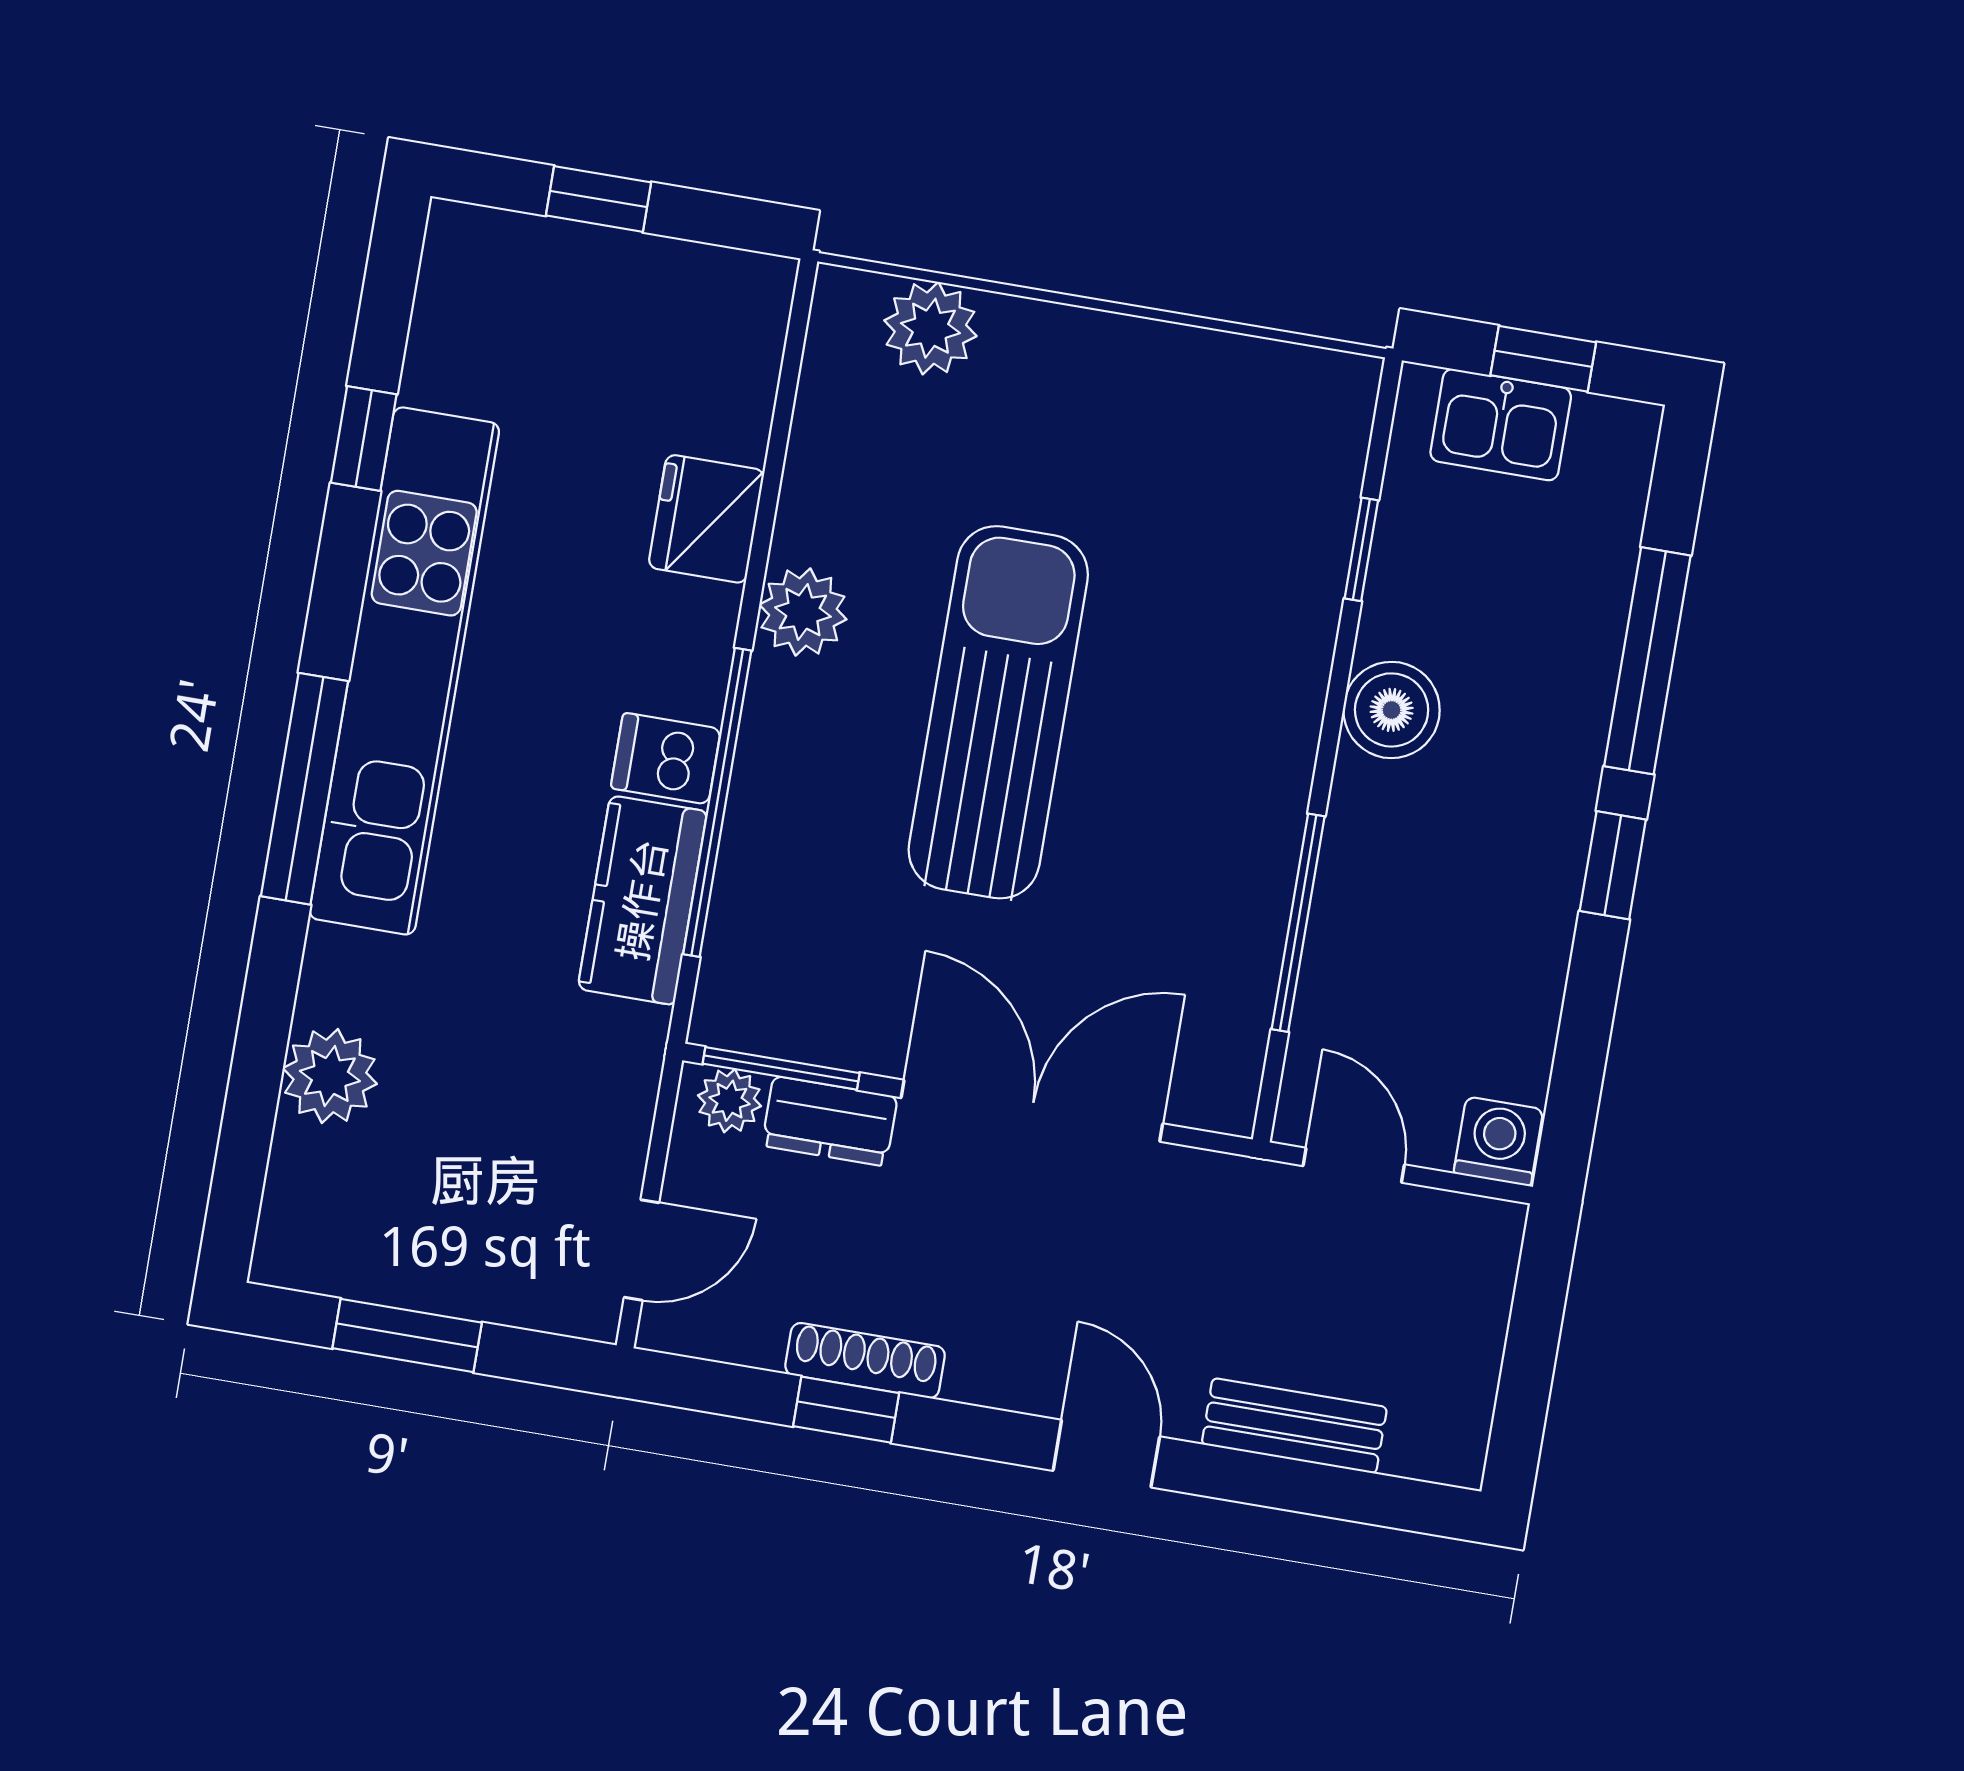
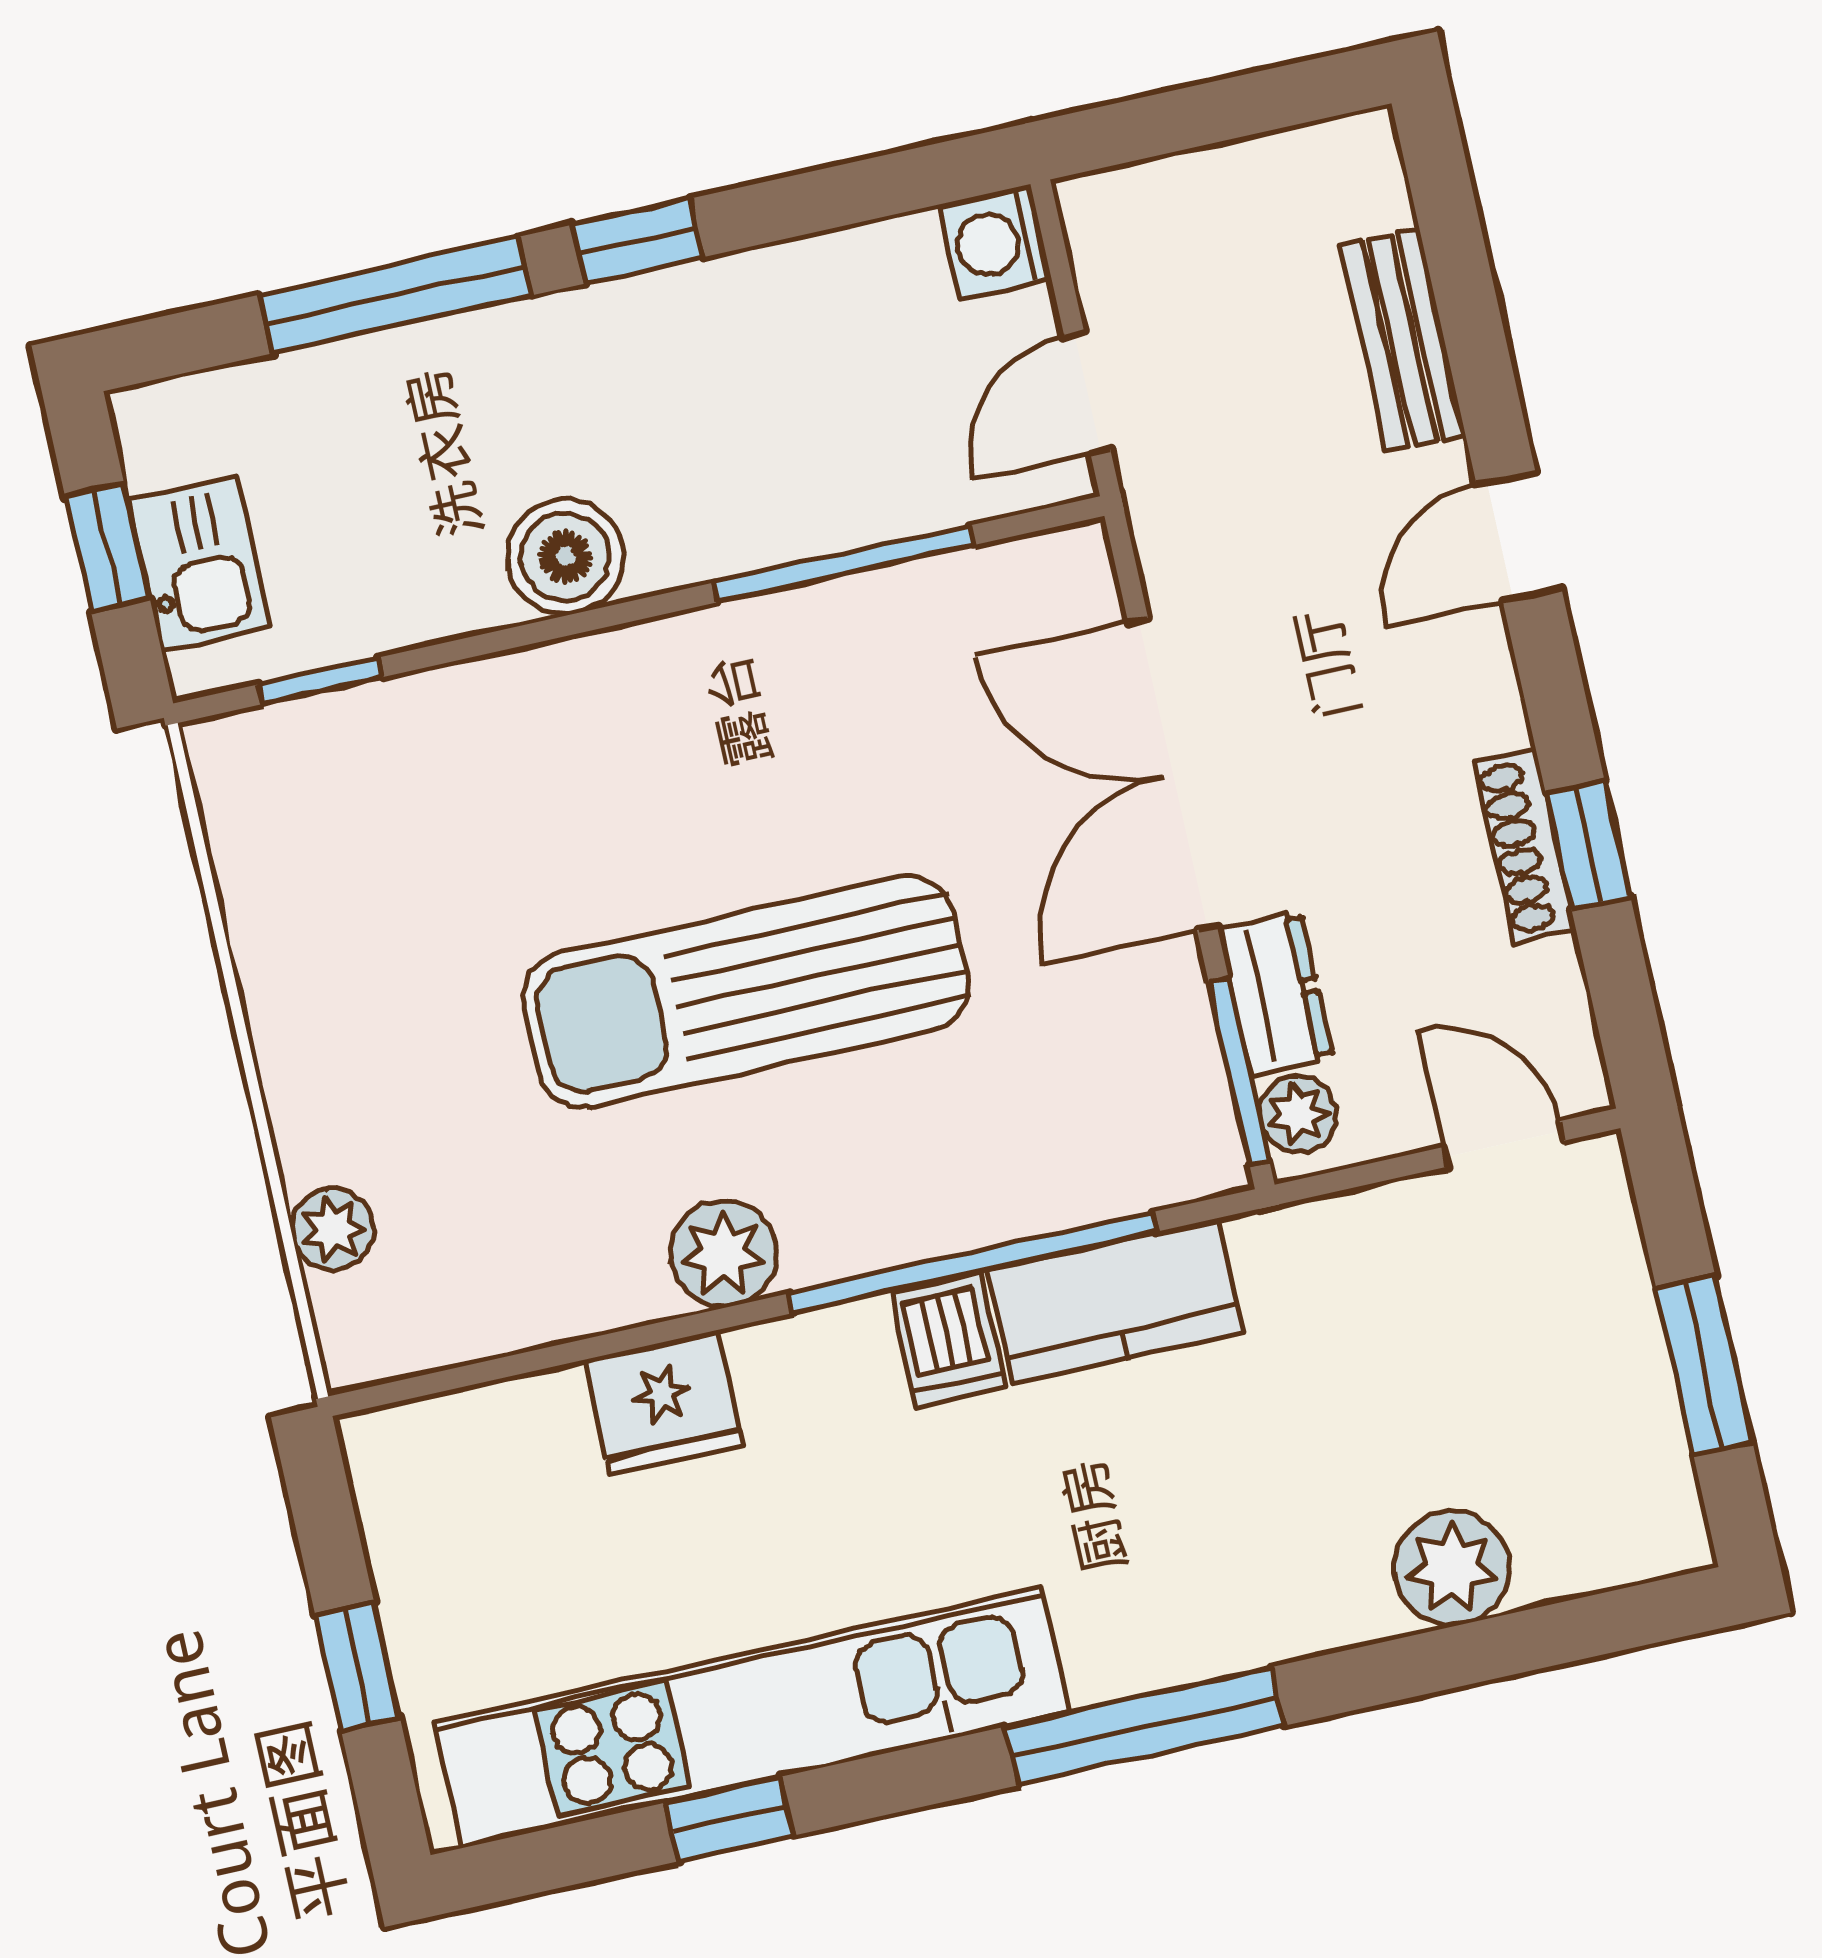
plant: (930, 328) -> (332, 1229), width x0.73, depth x0.73
window: (1361, 549) -> (321, 681), moved
kitchen unit: (404, 671) -> (752, 1717), moved

